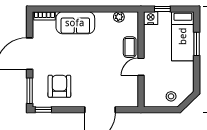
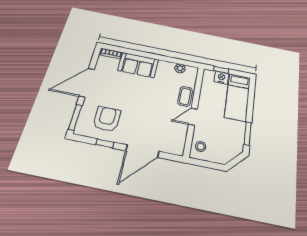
nightstand: (151, 18) -> (221, 78), moved
window: (197, 44) -> (248, 134), moved
stool: (171, 96) -> (201, 147), moved
window: (43, 110) -> (105, 143), moved

